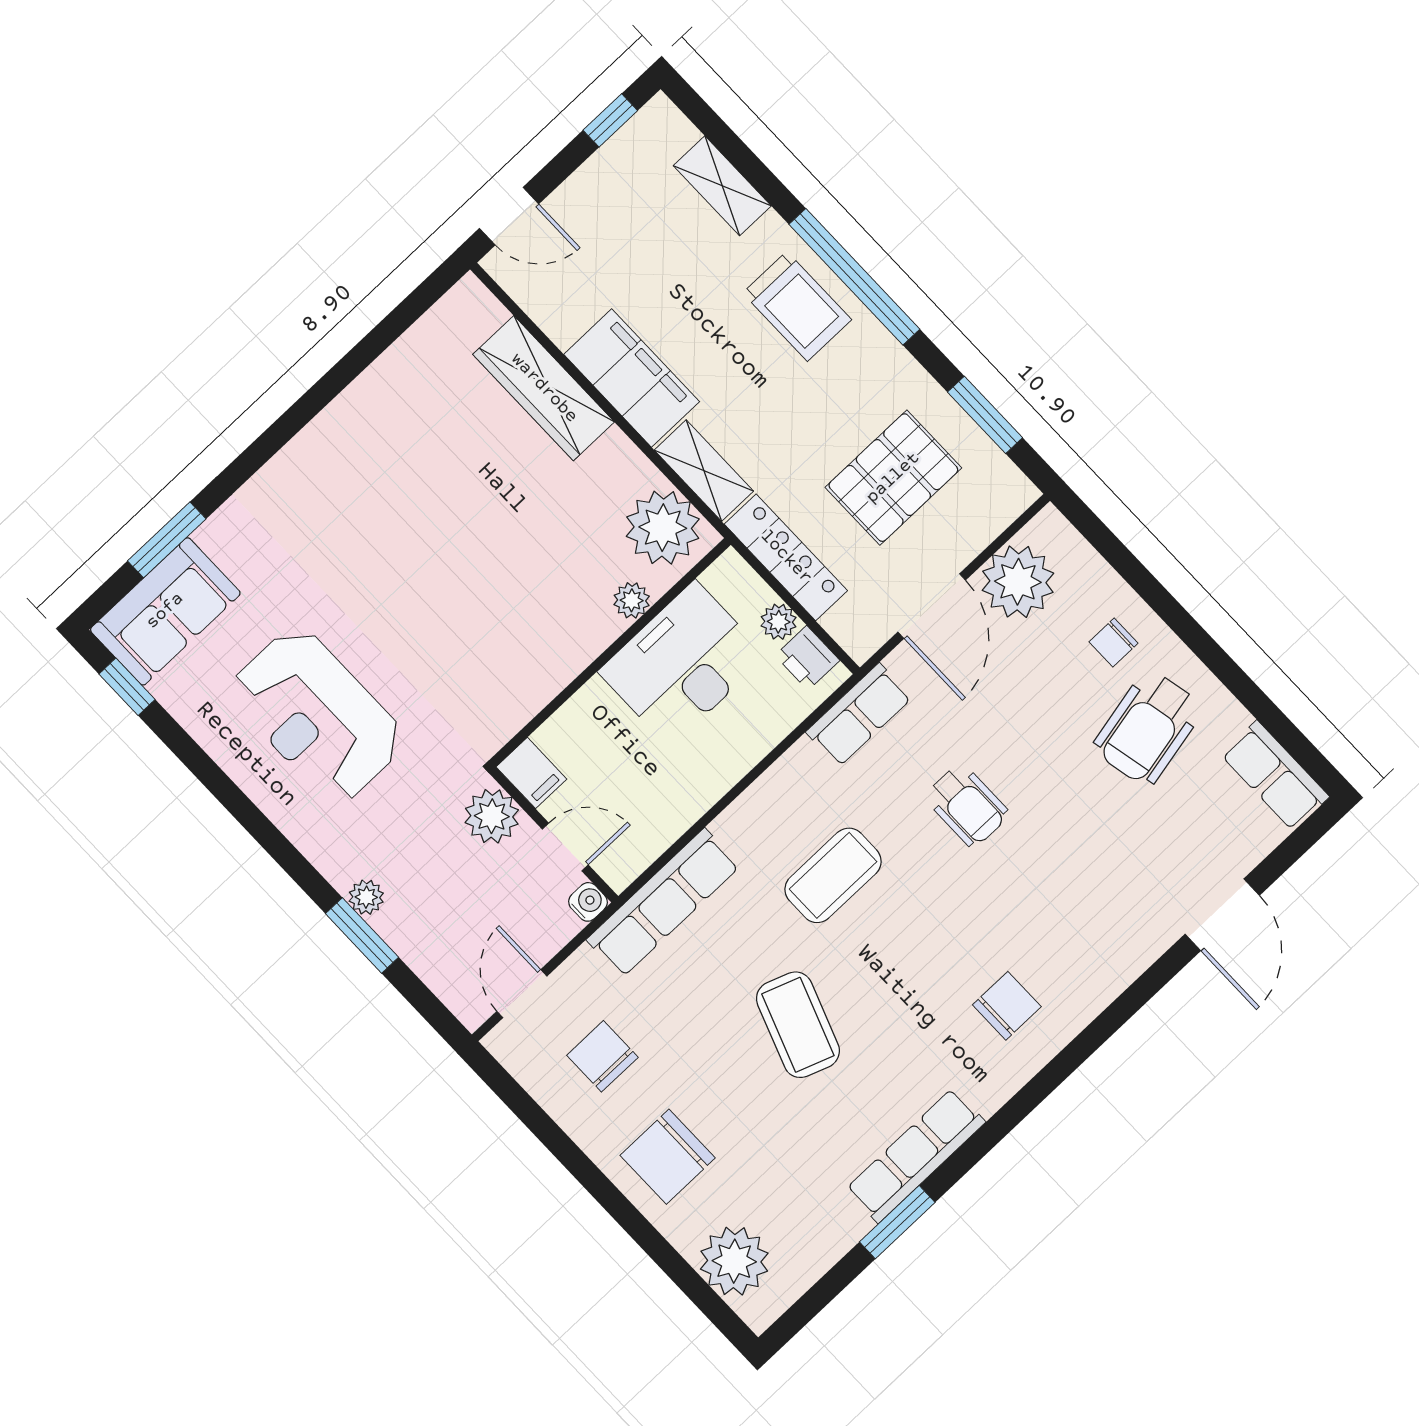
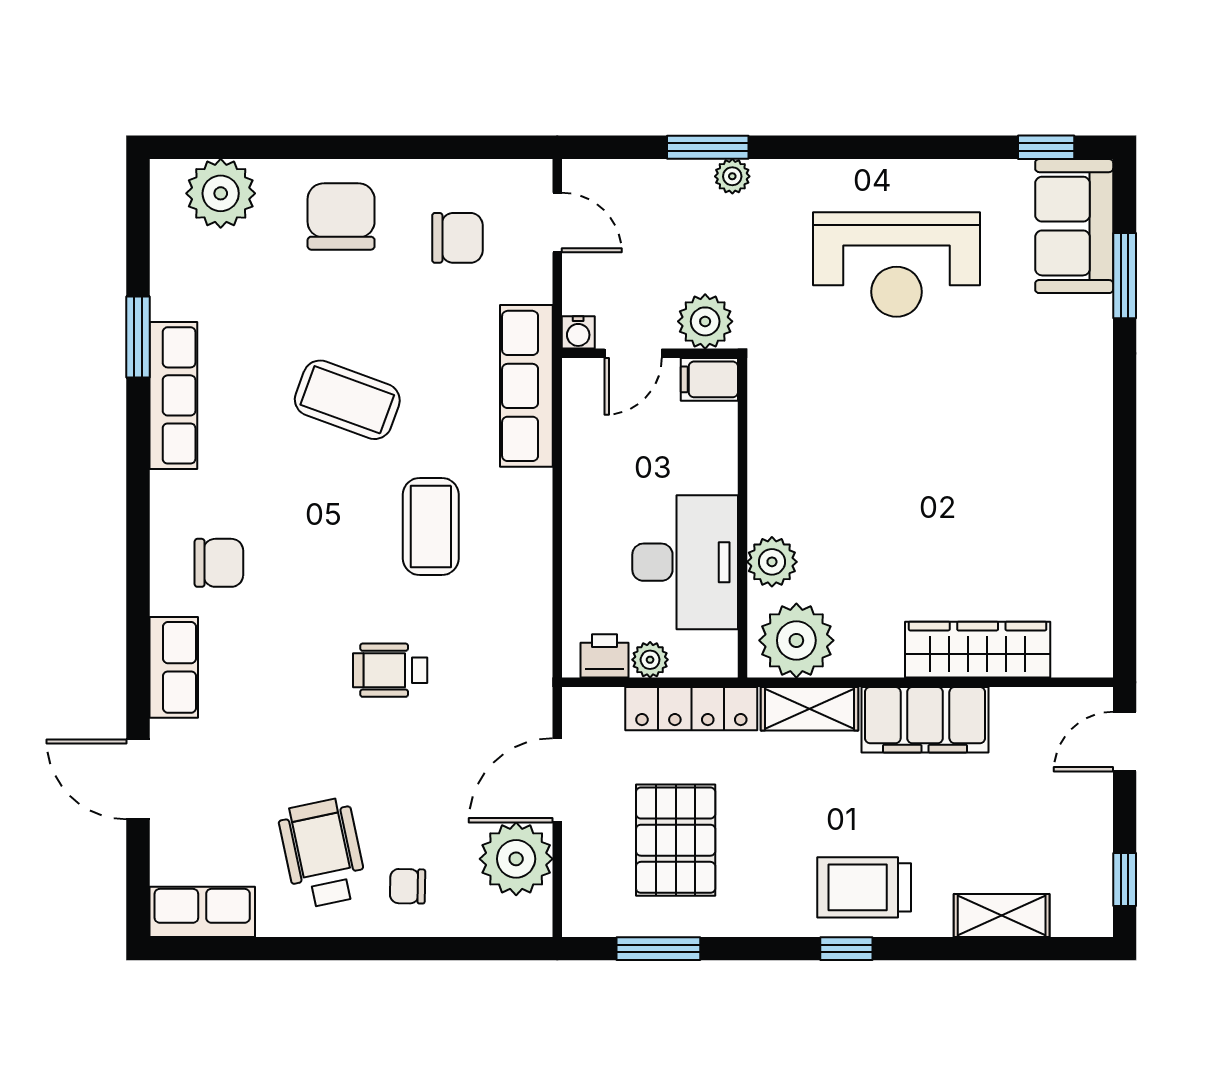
window: (854, 277) -> (846, 949), width x0.32
plant: (632, 600) -> (772, 562), width x1.38, depth x1.38
door: (932, 606) -> (557, 780), hinge flipped
chair: (1113, 642) -> (408, 886), turned -89
reception desk: (317, 715) -> (897, 265), turned 180
row of seats: (859, 715) -> (174, 667), moved, turned 180
chair: (1007, 1006) -> (219, 563), turned -90

